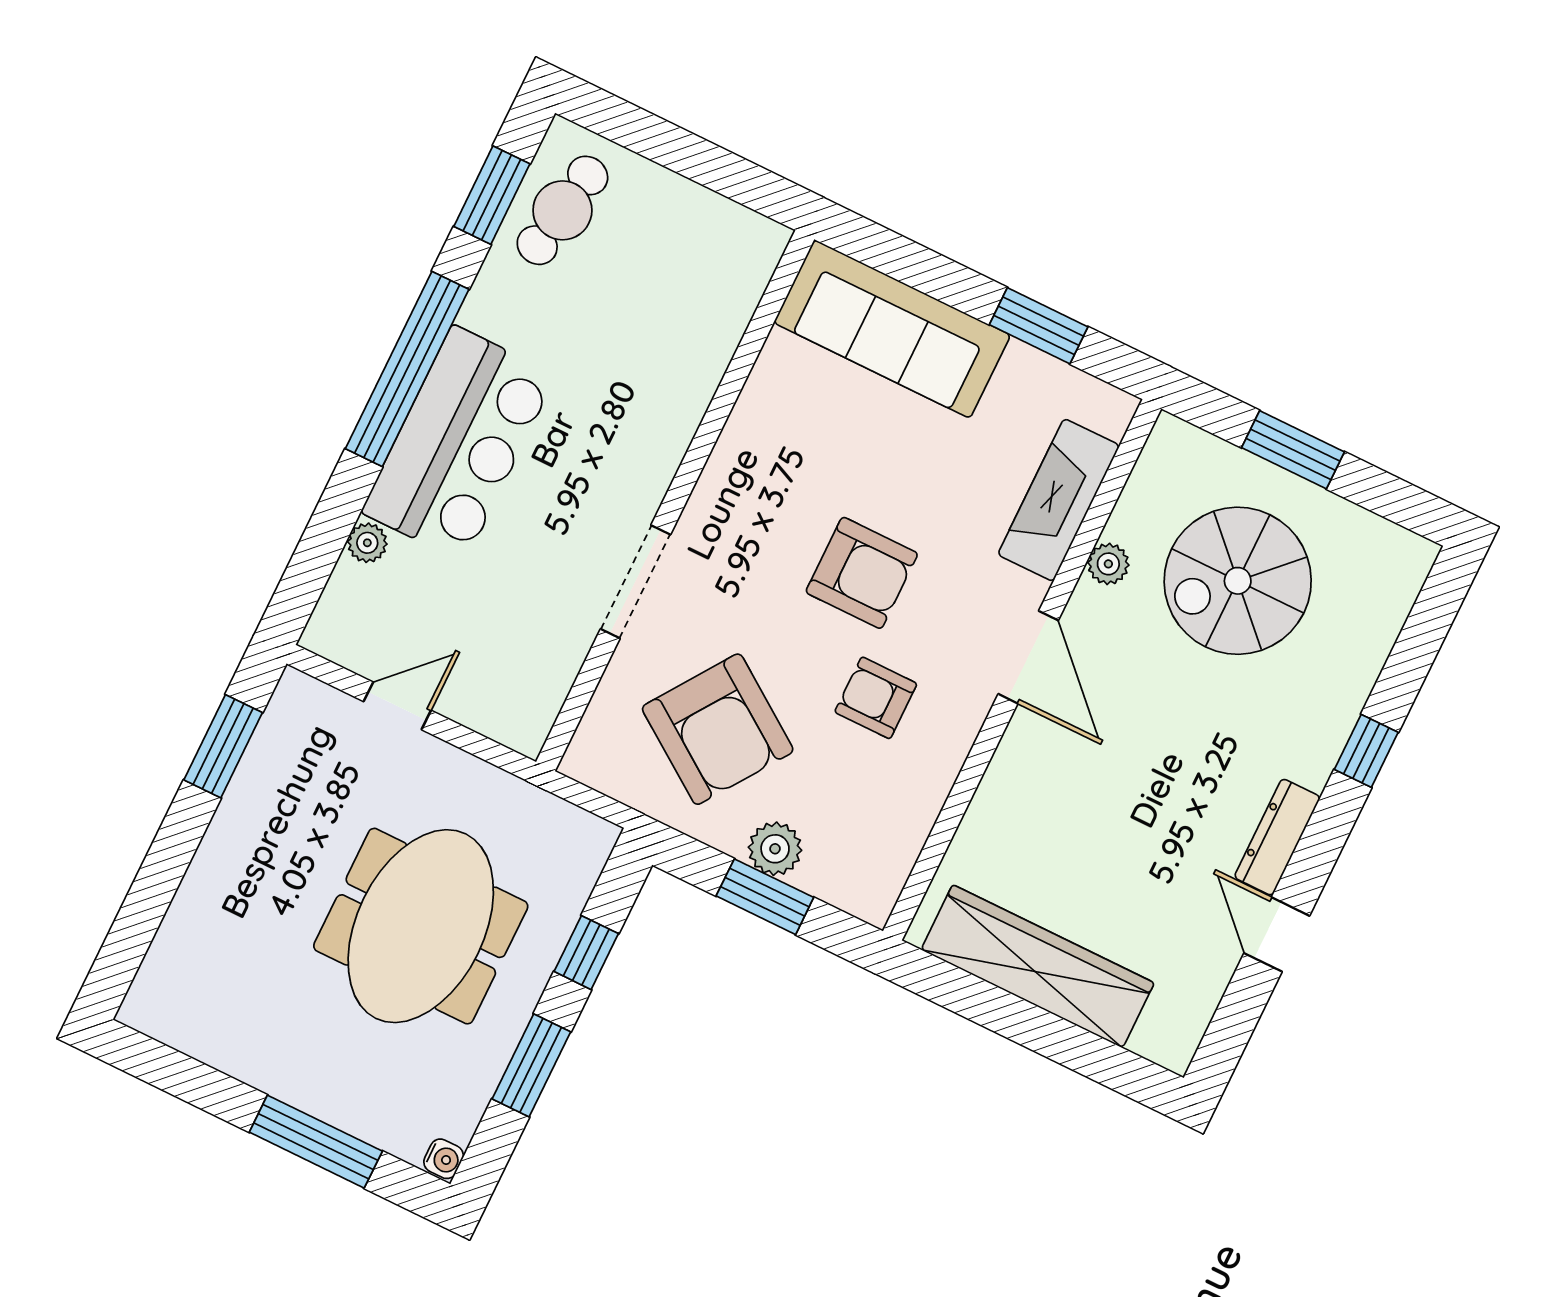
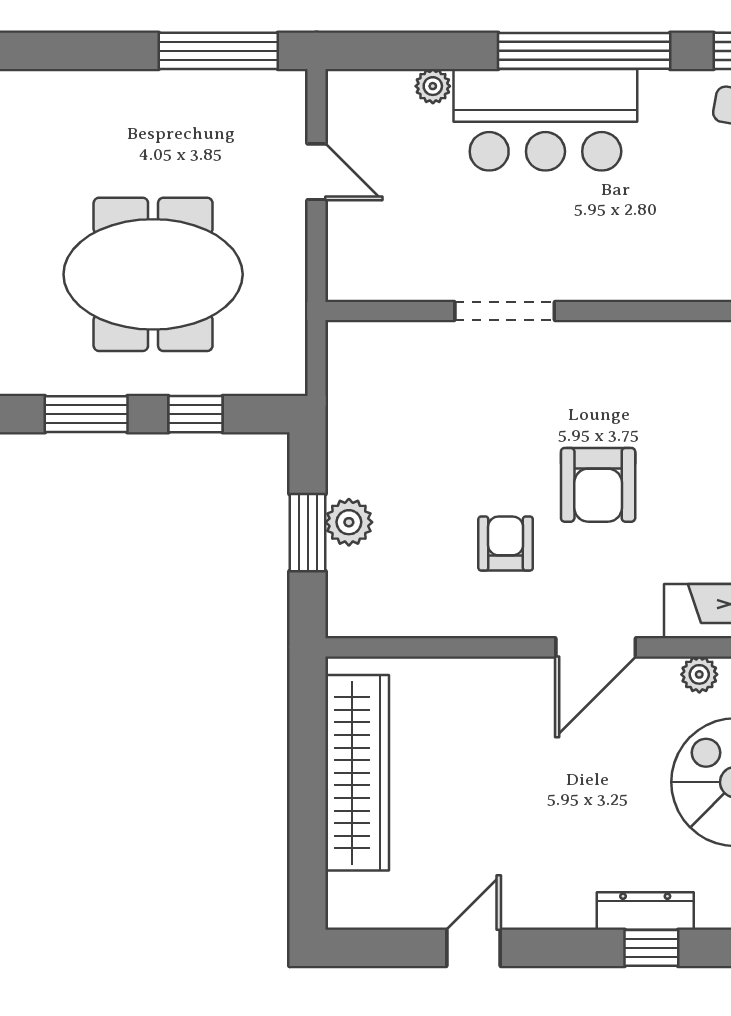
armchair: (718, 729) -> (421, 432), removed
window: (223, 746) -> (218, 51), width x1.44
dresser: (1277, 837) -> (645, 911), moved

